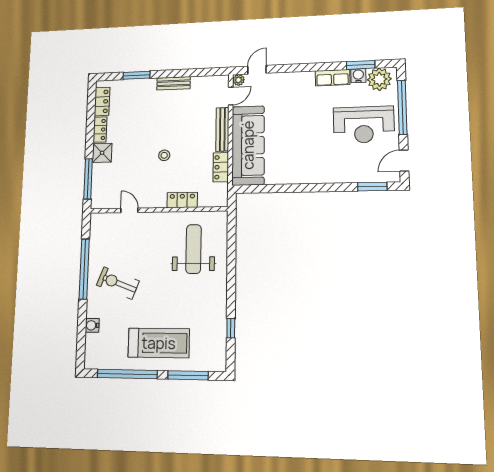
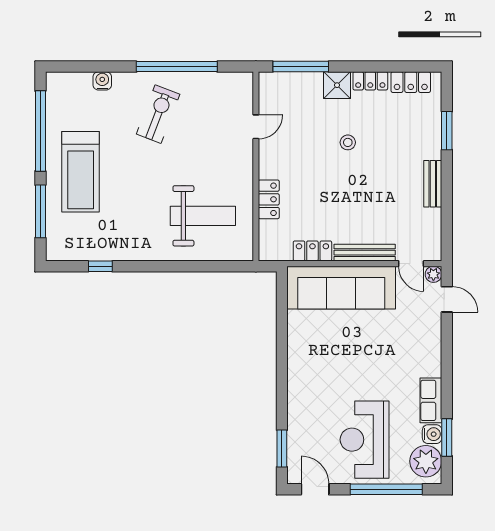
stool: (164, 155) -> (348, 142), moved

